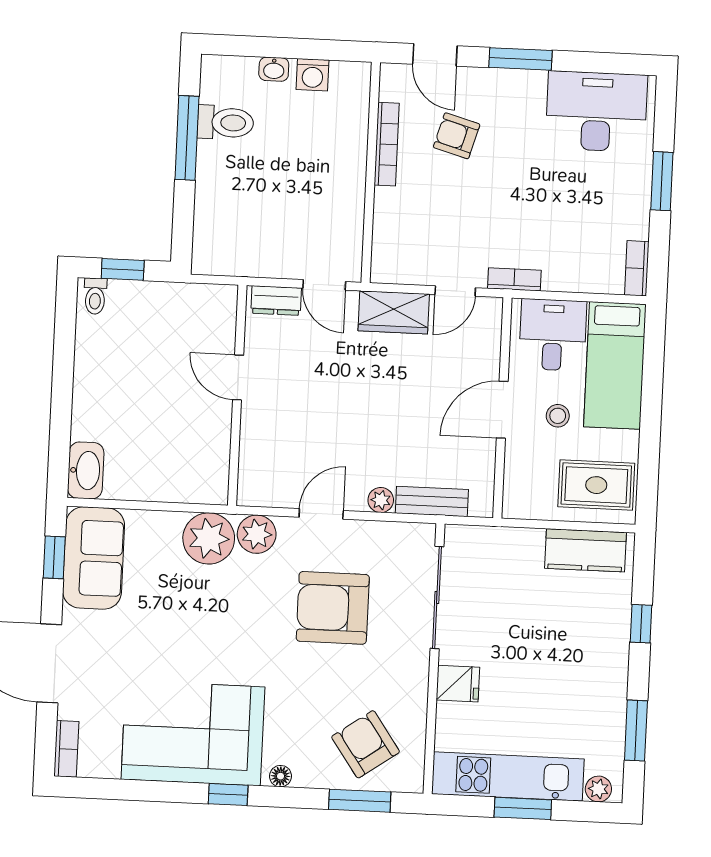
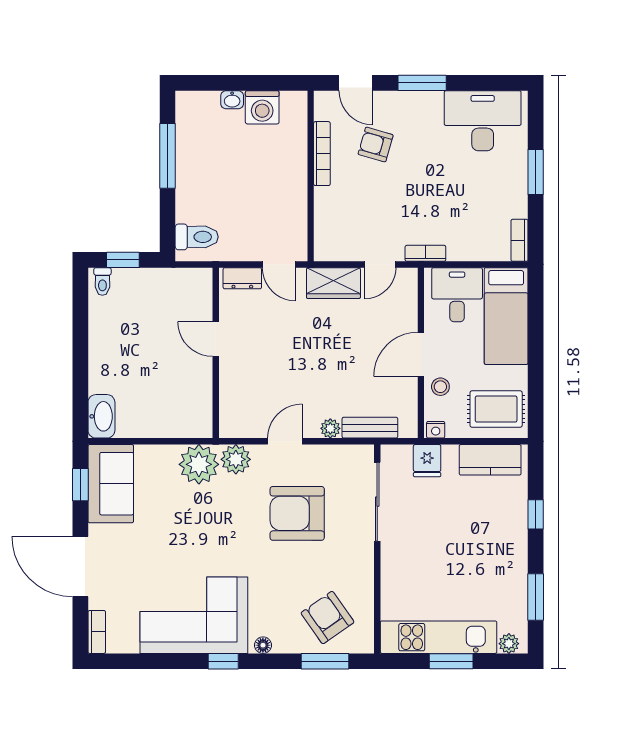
washing machine: (313, 75) -> (262, 107), width x1.38, depth x1.38
toilet: (225, 123) -> (197, 237), moved
stool: (558, 416) -> (440, 387), moved
nightstand: (517, 508) -> (436, 430), added
fridge: (458, 684) -> (427, 461), moved, turned 90

